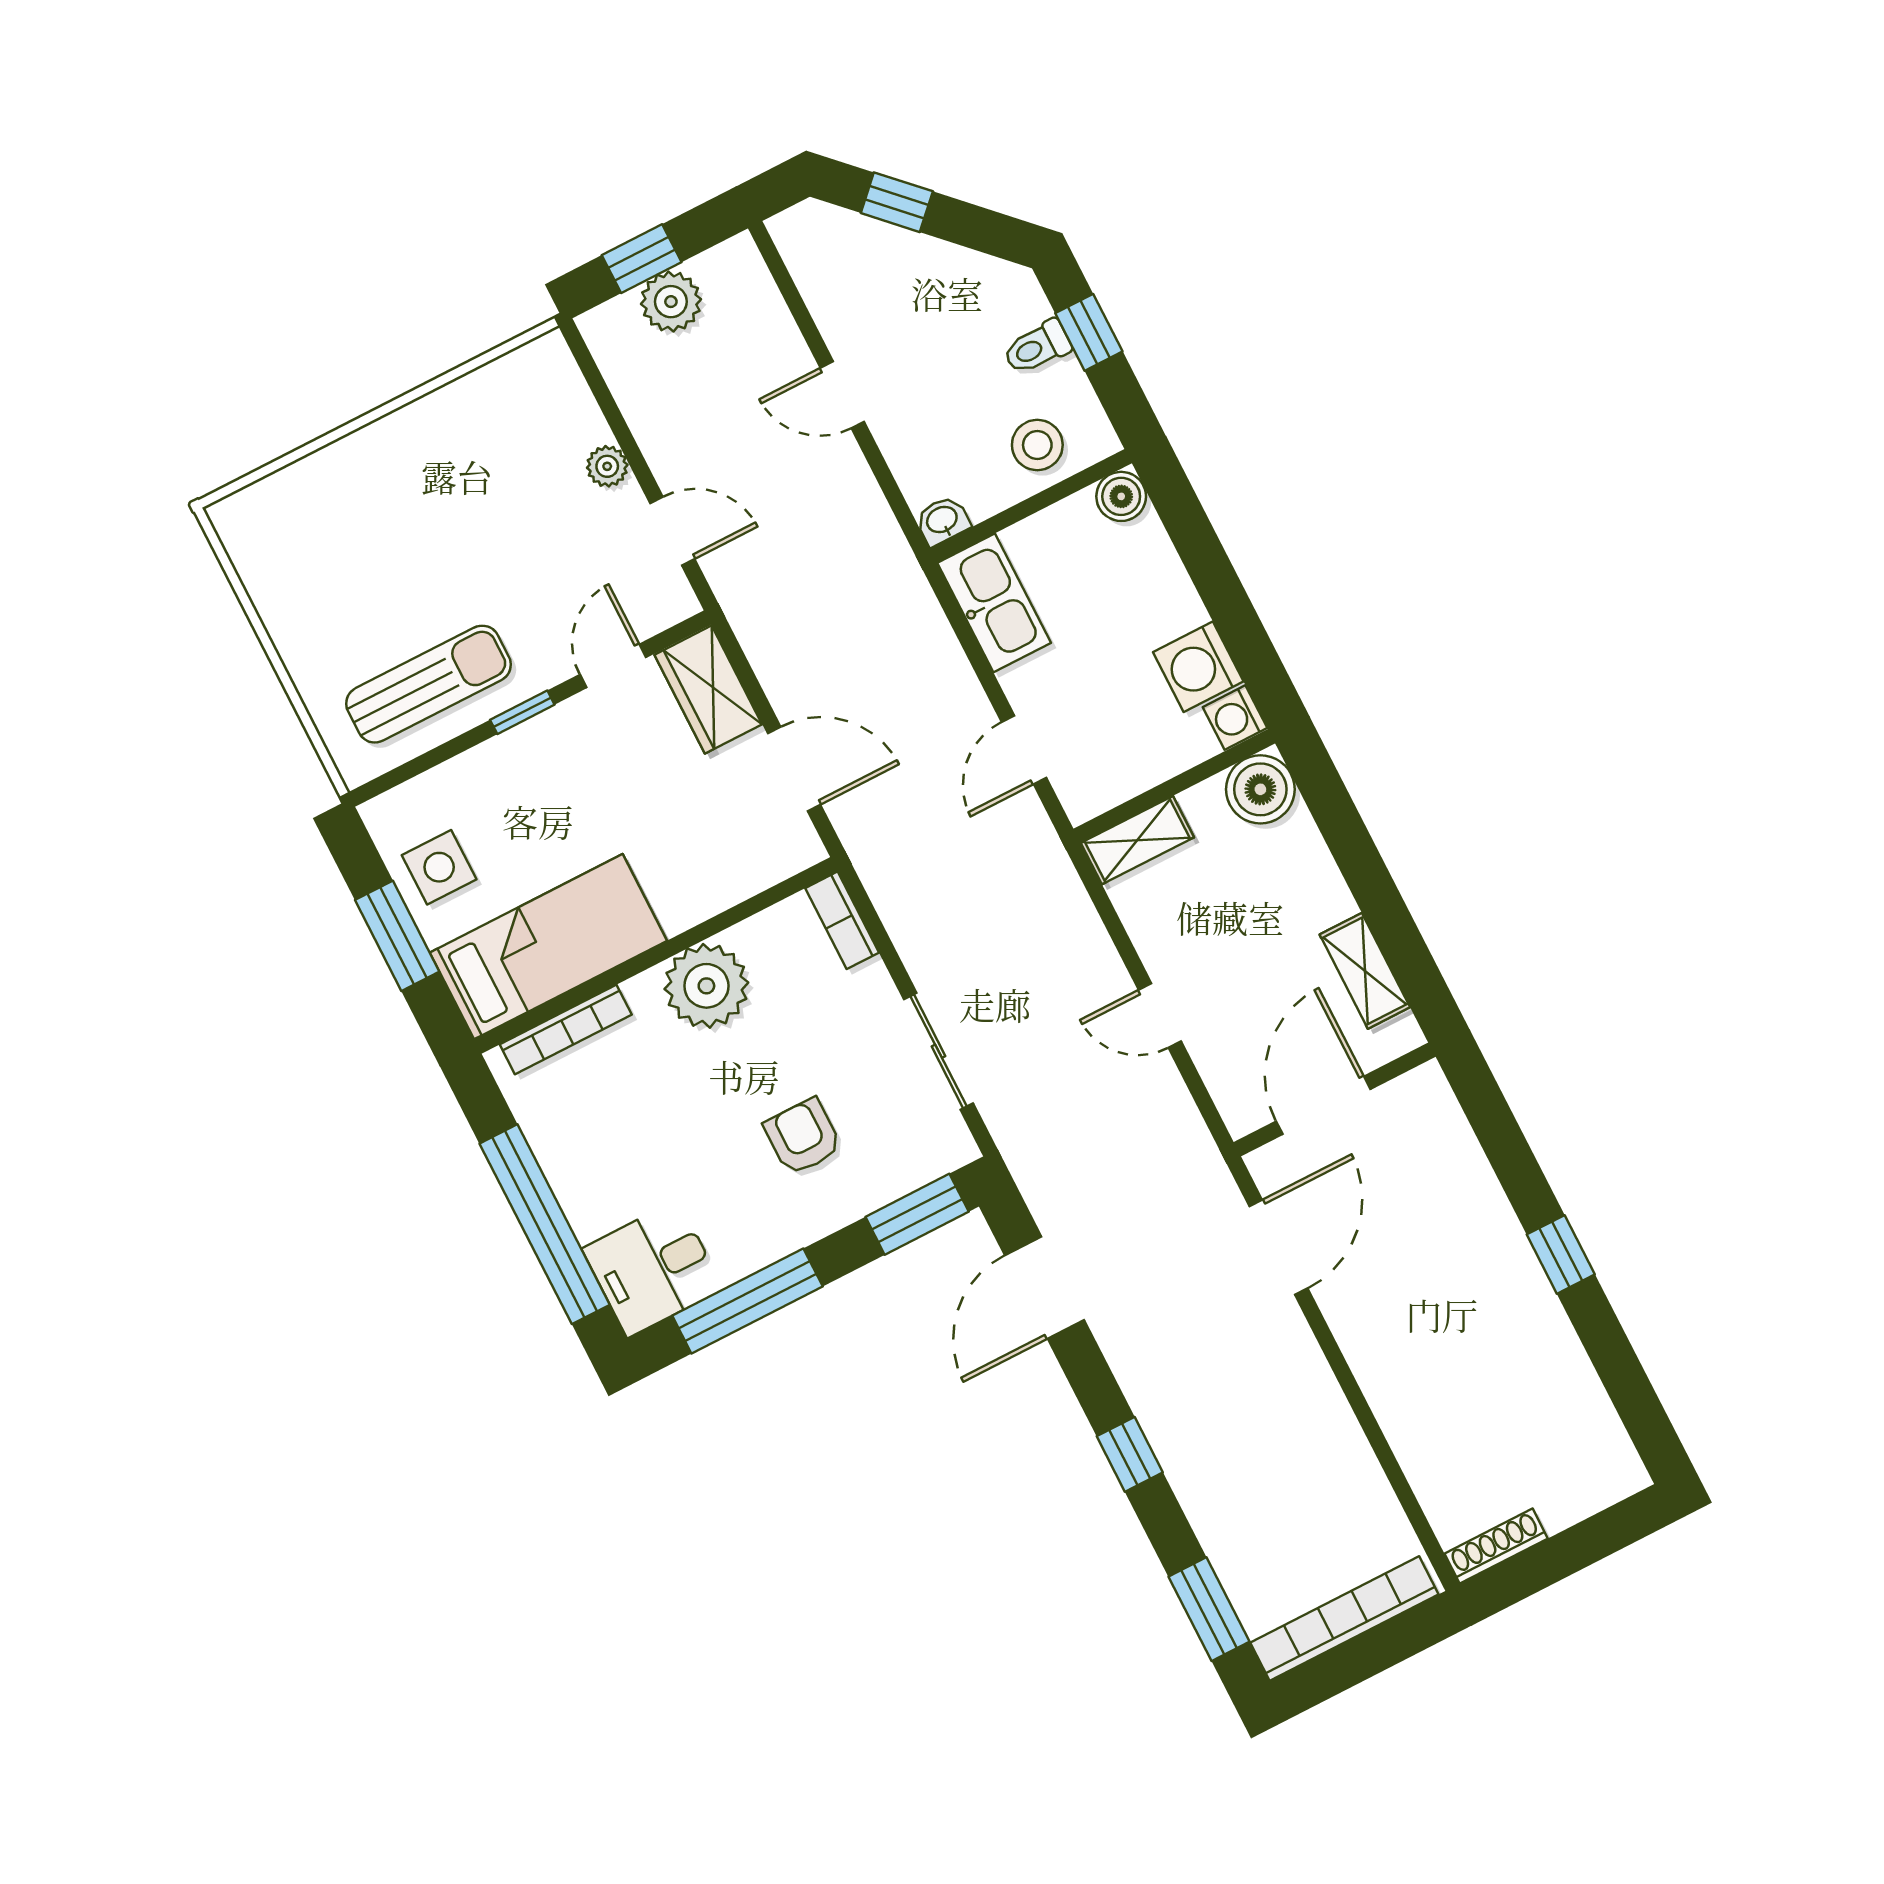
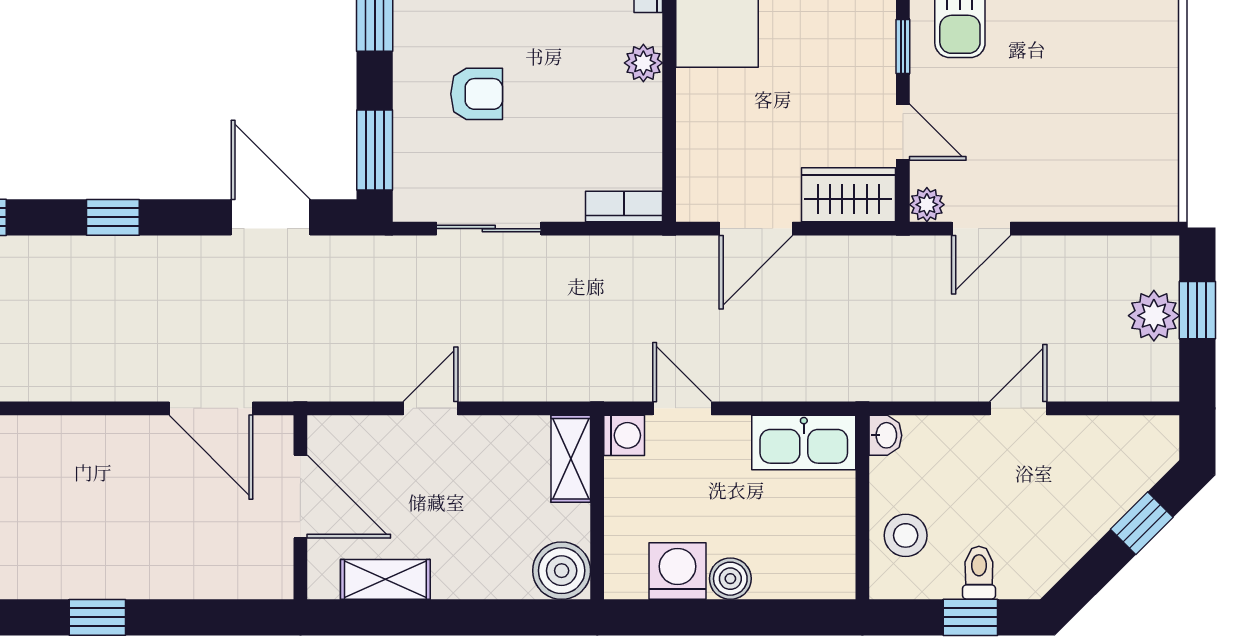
plant: (607, 466) -> (927, 205), moved
boiler: (1121, 496) -> (730, 579), moved
washing machine: (1235, 717) -> (624, 435), moved, turned 90
plant: (706, 986) -> (643, 63), width x0.53, depth x0.53

